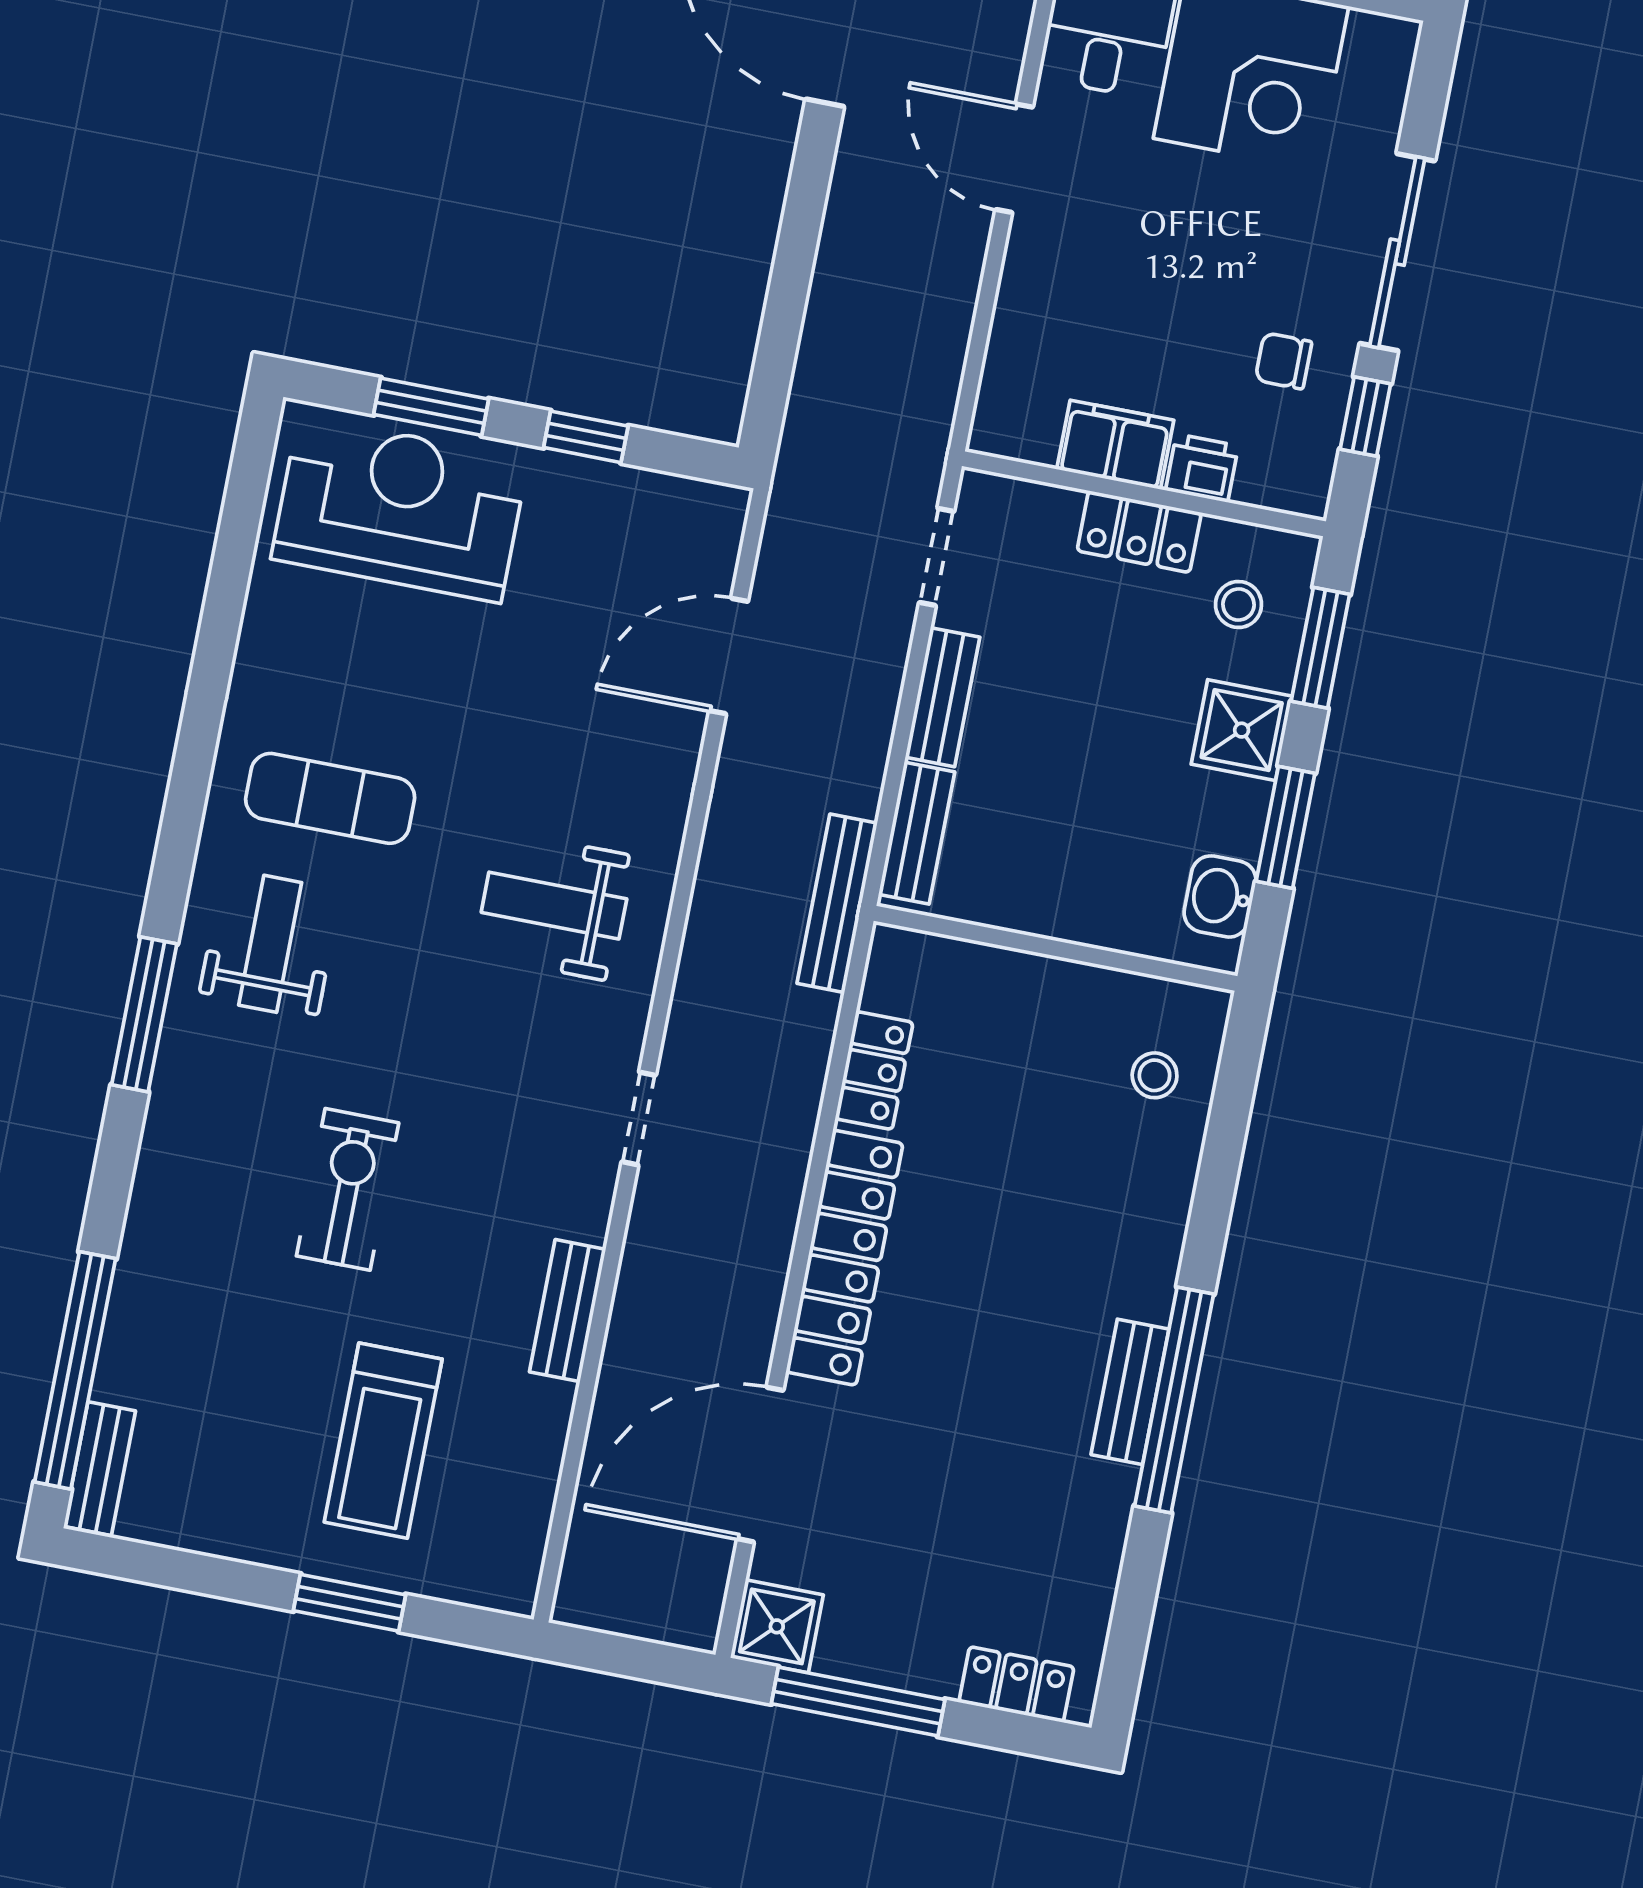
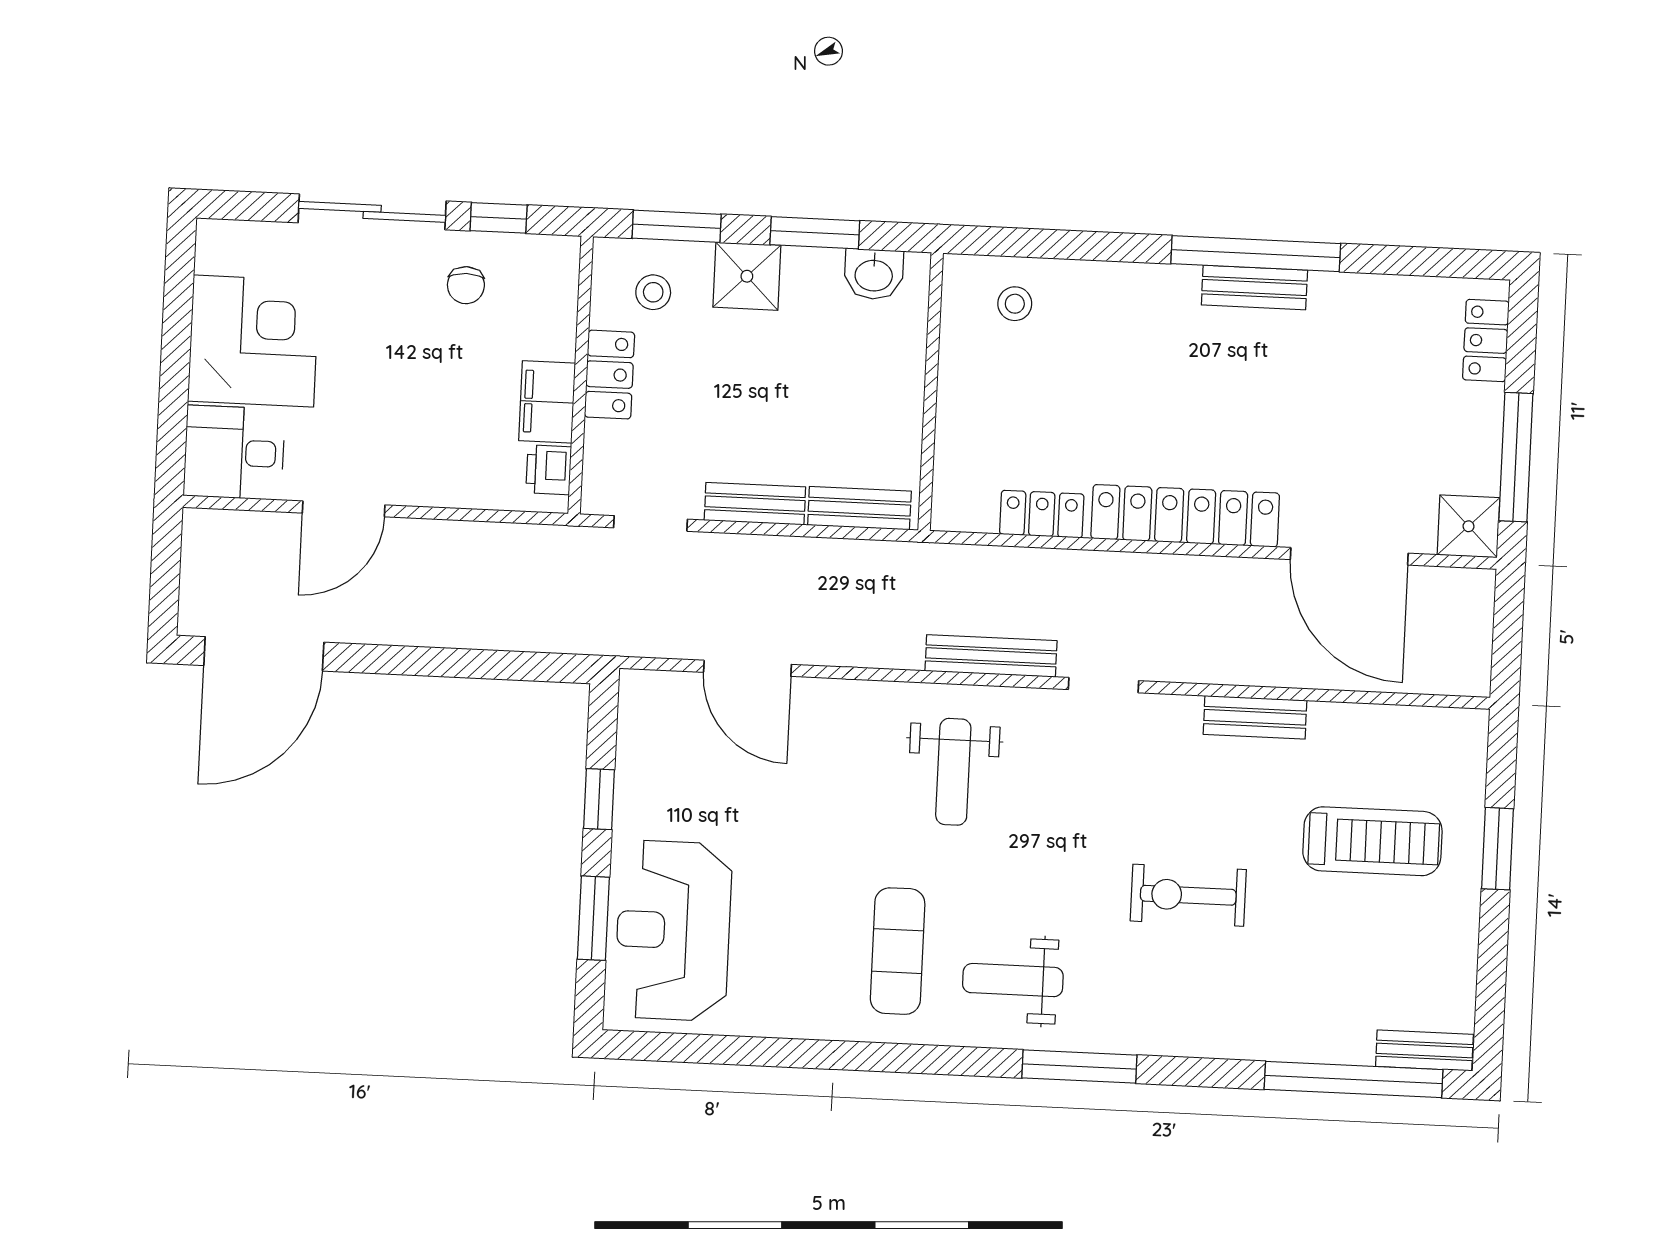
printer: (1202, 468) -> (549, 470), moved
bench: (837, 903) -> (991, 656), moved

